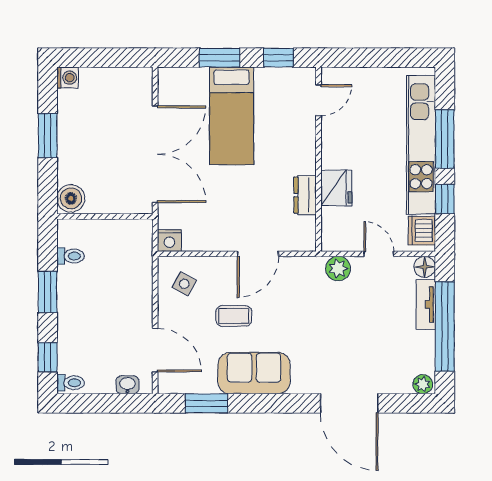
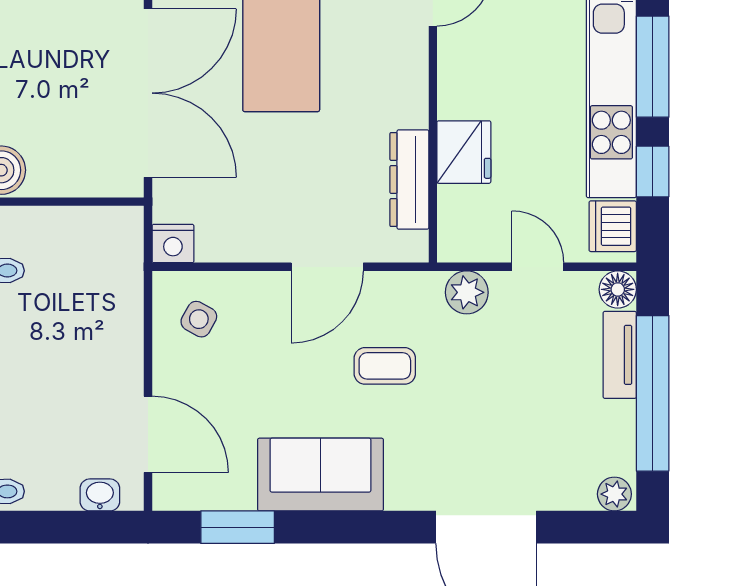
dresser: (305, 195) -> (409, 180), width x1.44
coffee table: (234, 316) -> (385, 366), moved

